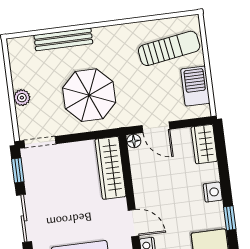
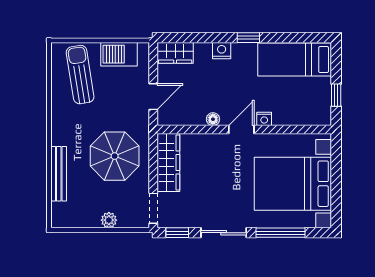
floor lamp: (134, 141) -> (213, 119), moved
wardrobe: (110, 168) -> (168, 162), moved, turned -90

